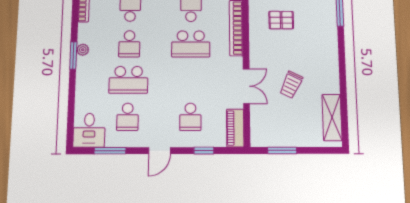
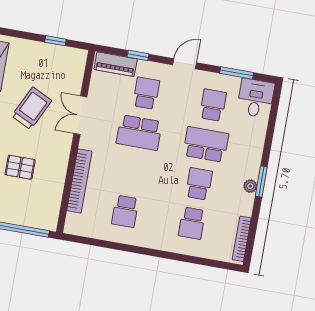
pallet: (281, 20) -> (20, 167), moved
school desk: (191, 44) -> (139, 133), moved, turned 180
trolley: (291, 85) -> (32, 108), width x1.36, depth x1.39
piano: (235, 128) -> (116, 64), moved, turned 90
window: (282, 150) -> (55, 41), width x0.67

